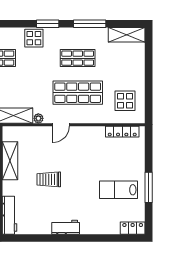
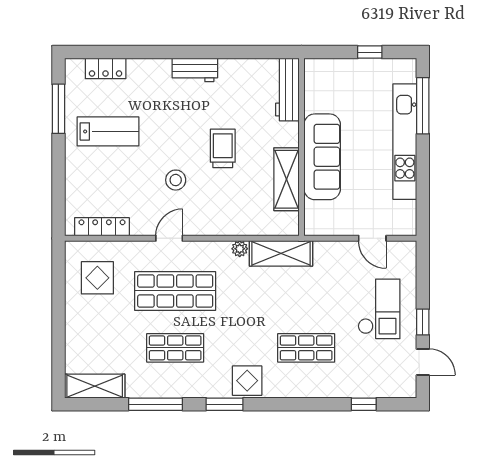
door: (61, 125) -> (169, 238), moved
stool: (77, 160) -> (176, 180), added
trolley: (49, 179) -> (223, 148), turned -90
window: (149, 187) -> (58, 109), moved
locker: (133, 228) -> (106, 68), moved

